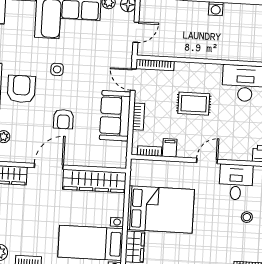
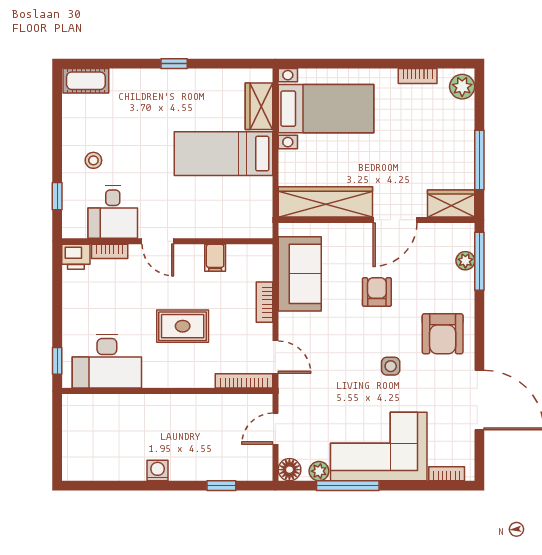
sofa: (115, 116) -> (300, 274), moved
bookcase: (149, 151) -> (110, 251), moved
door: (207, 161) -> (158, 241), hinge flipped
bed: (161, 209) -> (224, 154), width x0.67

